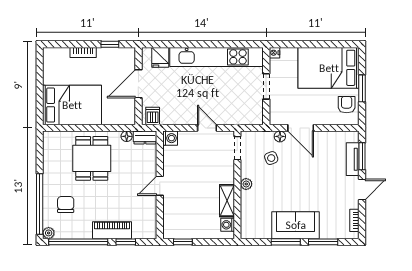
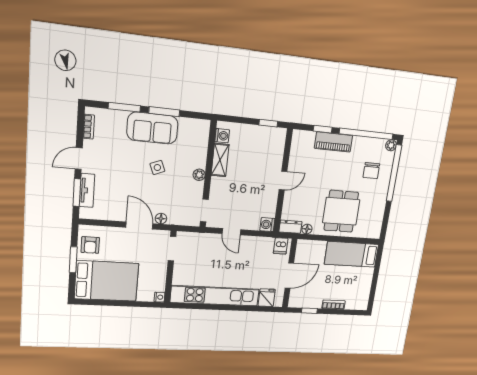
doorway: (266, 86) -> (172, 249), moved
bed: (72, 105) -> (352, 254), width x0.67
side table: (271, 158) -> (157, 167), moved

